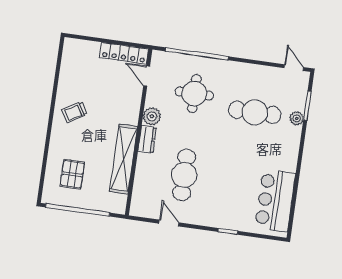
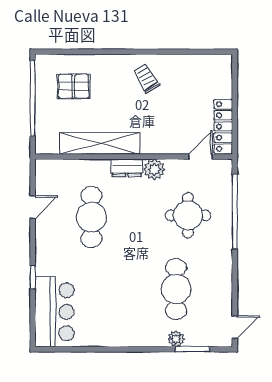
cafe table: (184, 175) -> (91, 217), turned 90
bar counter: (275, 200) -> (54, 312), moved, turned 90

